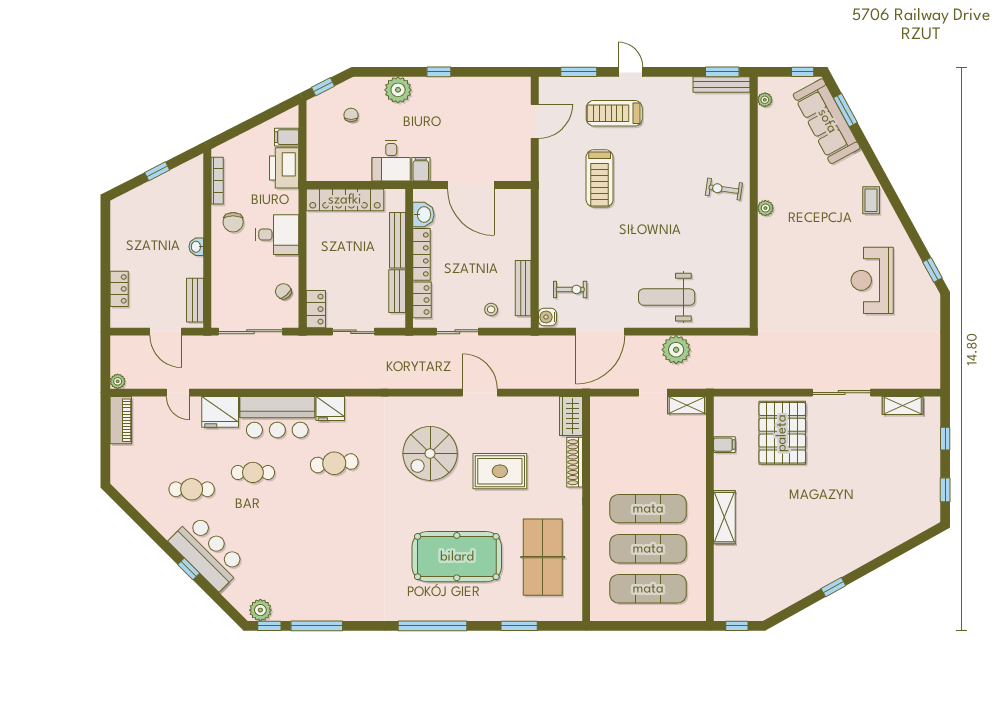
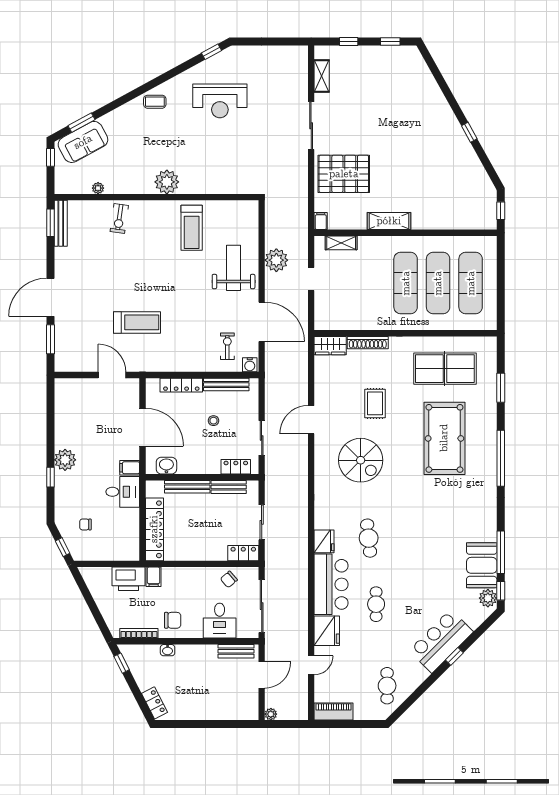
window: (439, 72) -> (50, 477), moved
door: (630, 72) -> (50, 297), width x1.87
plant: (398, 90) -> (65, 460), moved
plant: (765, 100) -> (98, 188), moved
treadmill: (614, 113) -> (192, 228), moved
door: (535, 121) -> (112, 375), moved
sofa: (827, 121) -> (83, 142), width x0.73
filing cabinet: (287, 137) -> (154, 577), moved
window: (157, 171) -> (122, 663), moved
door: (471, 185) -> (142, 427), hinge flipped
exercise bike: (724, 189) -> (119, 218), moved
plant: (765, 208) -> (167, 182), width x1.87, depth x1.87
desk: (277, 235) -> (220, 621), moved, turned 180
washbasin: (196, 247) -> (168, 650), moved
locker: (422, 254) -> (181, 385), moved, turned 180
locker: (119, 289) -> (154, 703), moved, turned 63
weight bench: (667, 297) -> (234, 268), turned 180
stool: (491, 309) -> (214, 421), moved
plant: (118, 381) -> (271, 714), moved
shelving: (687, 405) -> (341, 243), moved, turned 90
filing cabinet: (724, 445) -> (321, 221), moved
rug: (500, 471) -> (375, 403), width x0.73, depth x0.70
cafe table: (192, 489) -> (387, 686), moved
shelving: (724, 517) -> (389, 221), moved
booth: (301, 602) -> (482, 565), added

